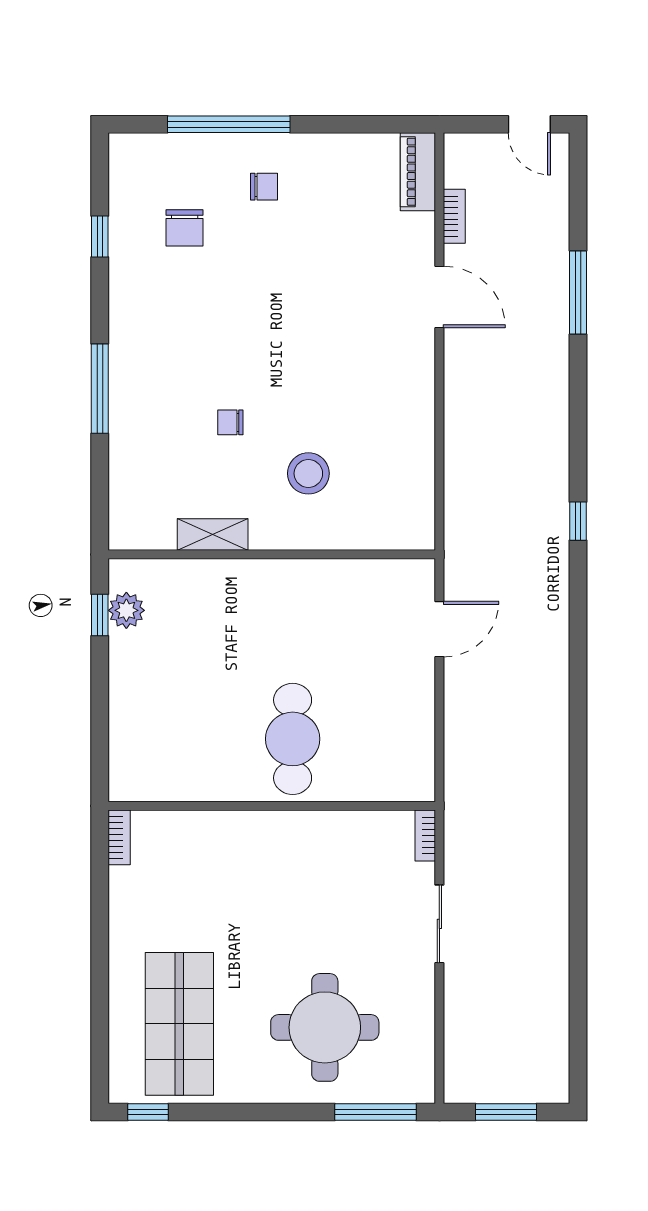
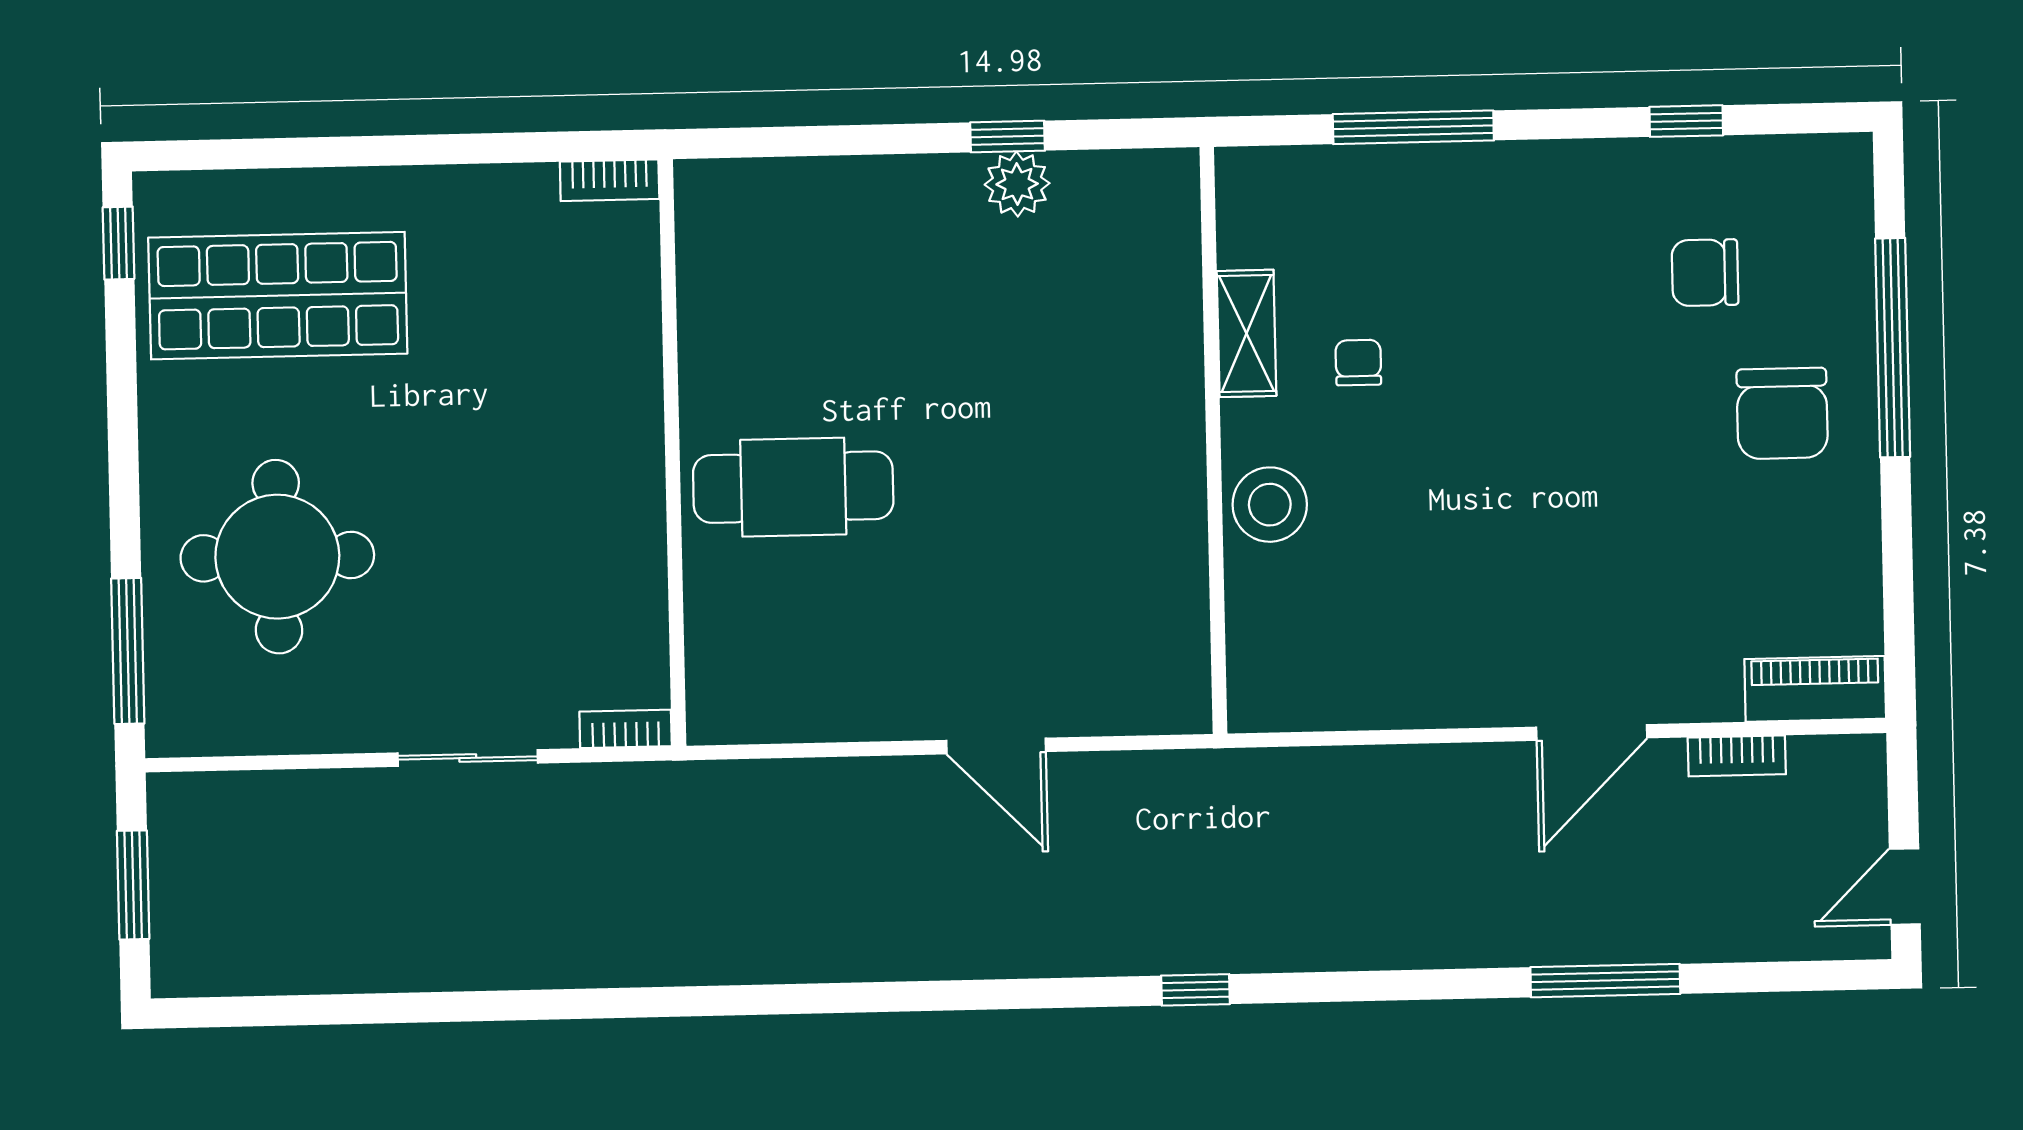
chair: (264, 187) -> (1782, 413), width x1.87, depth x1.87
shelving: (213, 535) -> (1247, 333), moved
wall: (272, 554) -> (1213, 440), moved

